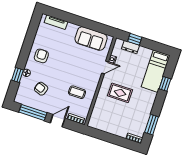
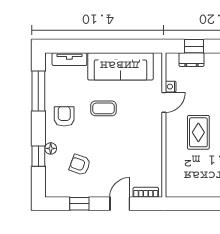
window: (31, 35) -> (38, 91), added
sofa: (91, 39) -> (120, 66), width x1.36
coffee table: (77, 92) -> (104, 108), moved
rug: (120, 93) -> (198, 132), turned 90
window: (33, 112) -> (79, 204), width x0.46

